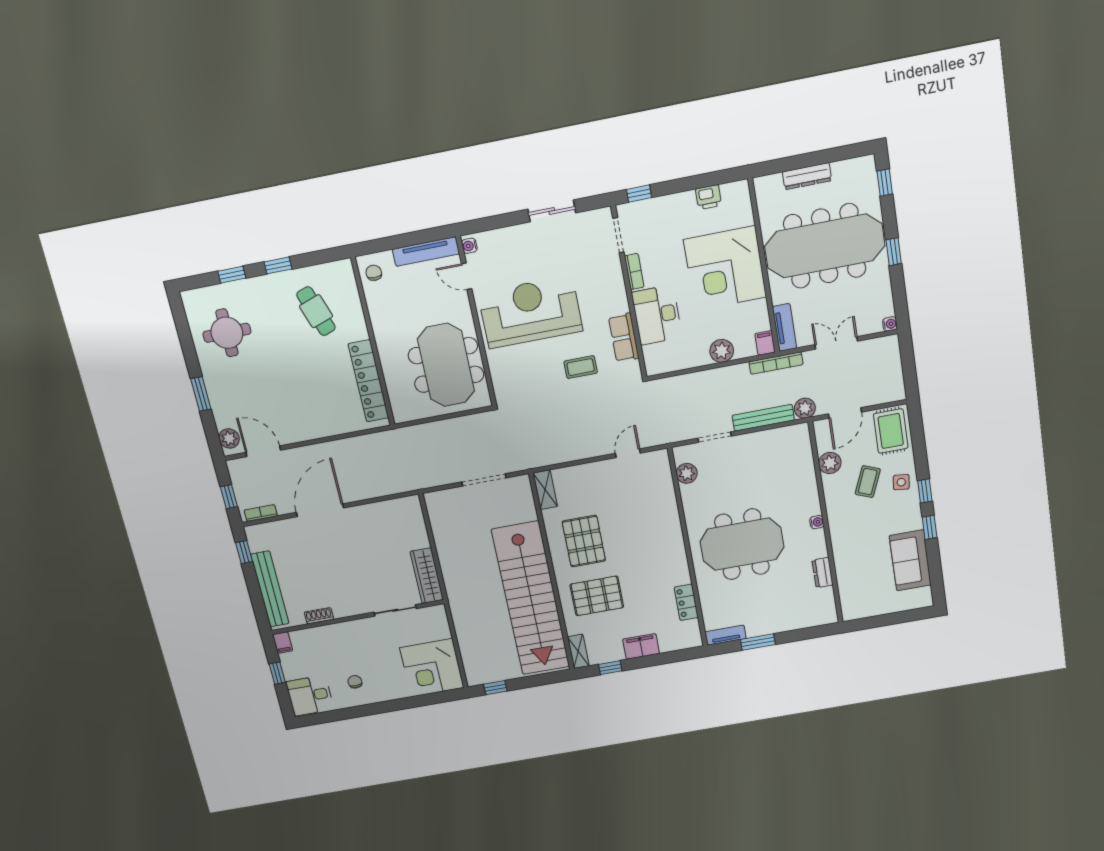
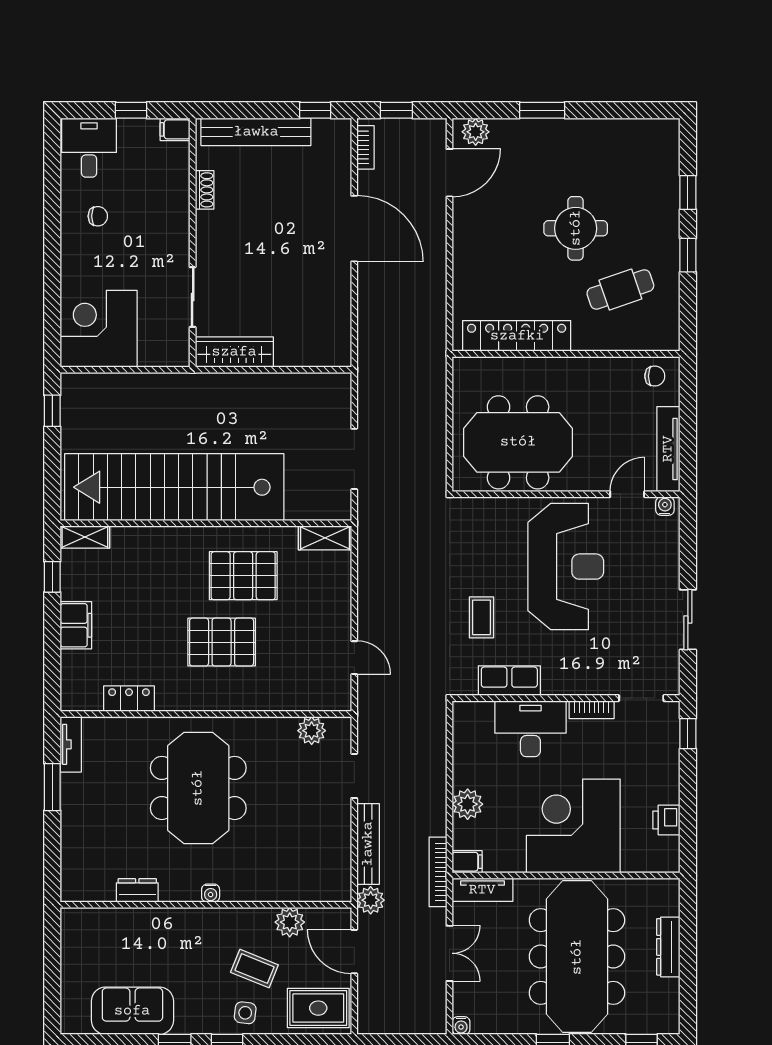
round table: (227, 333) -> (576, 228), moved
pallet: (597, 596) -> (222, 642), moved, turned 90

